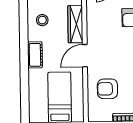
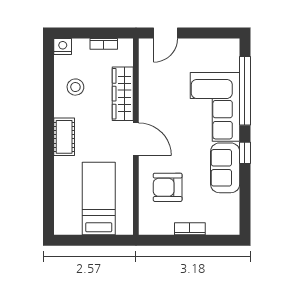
door: (85, 56) -> (136, 139), swing flipped

